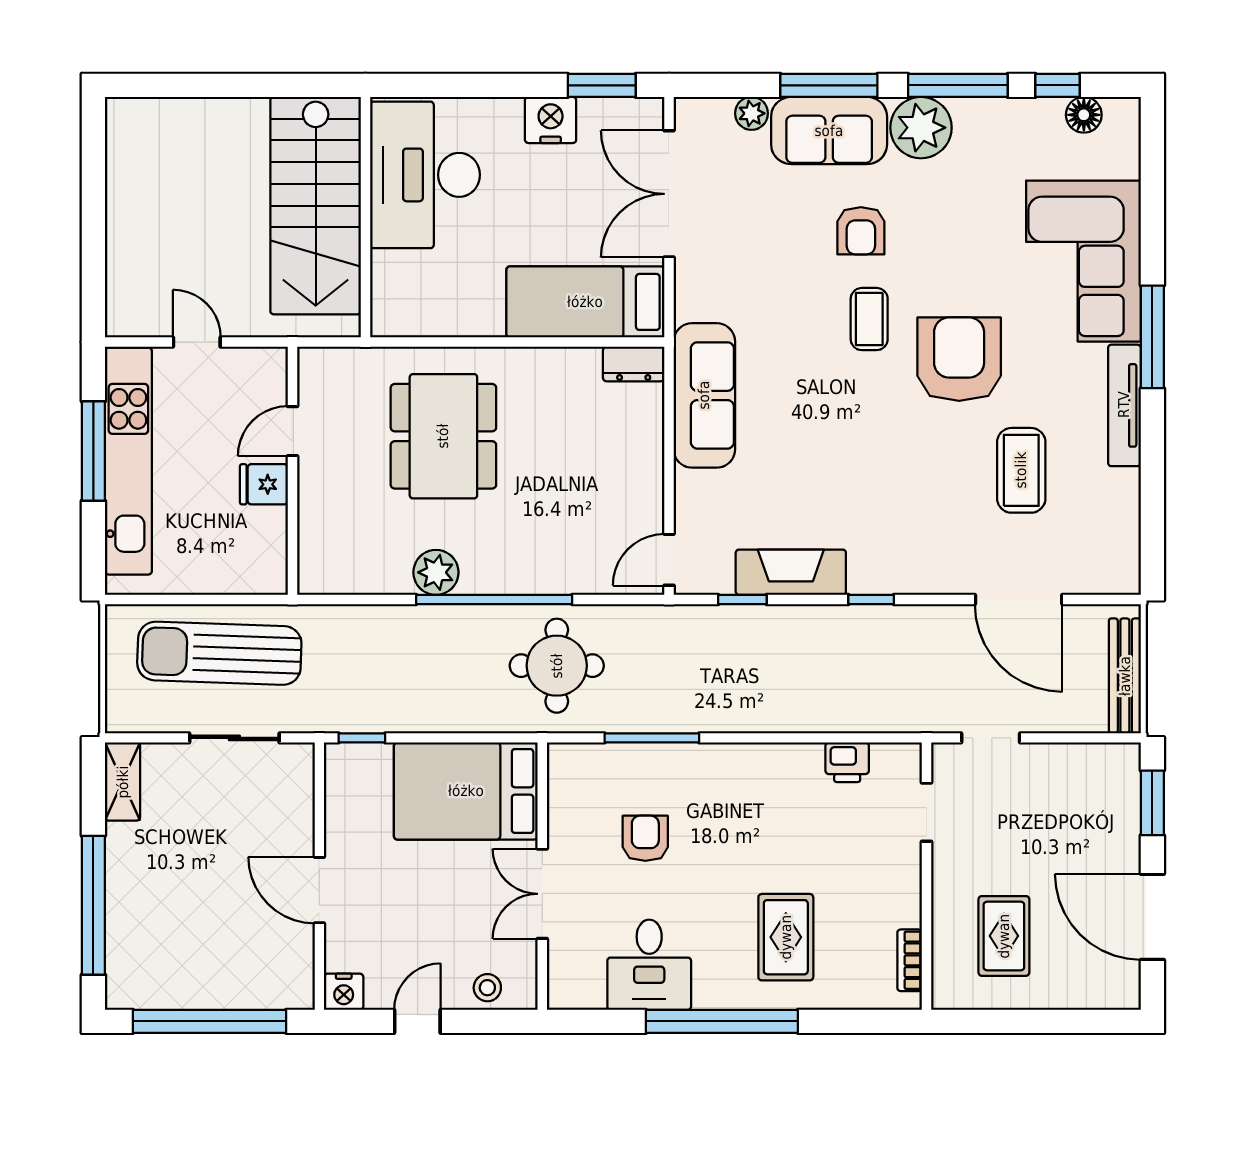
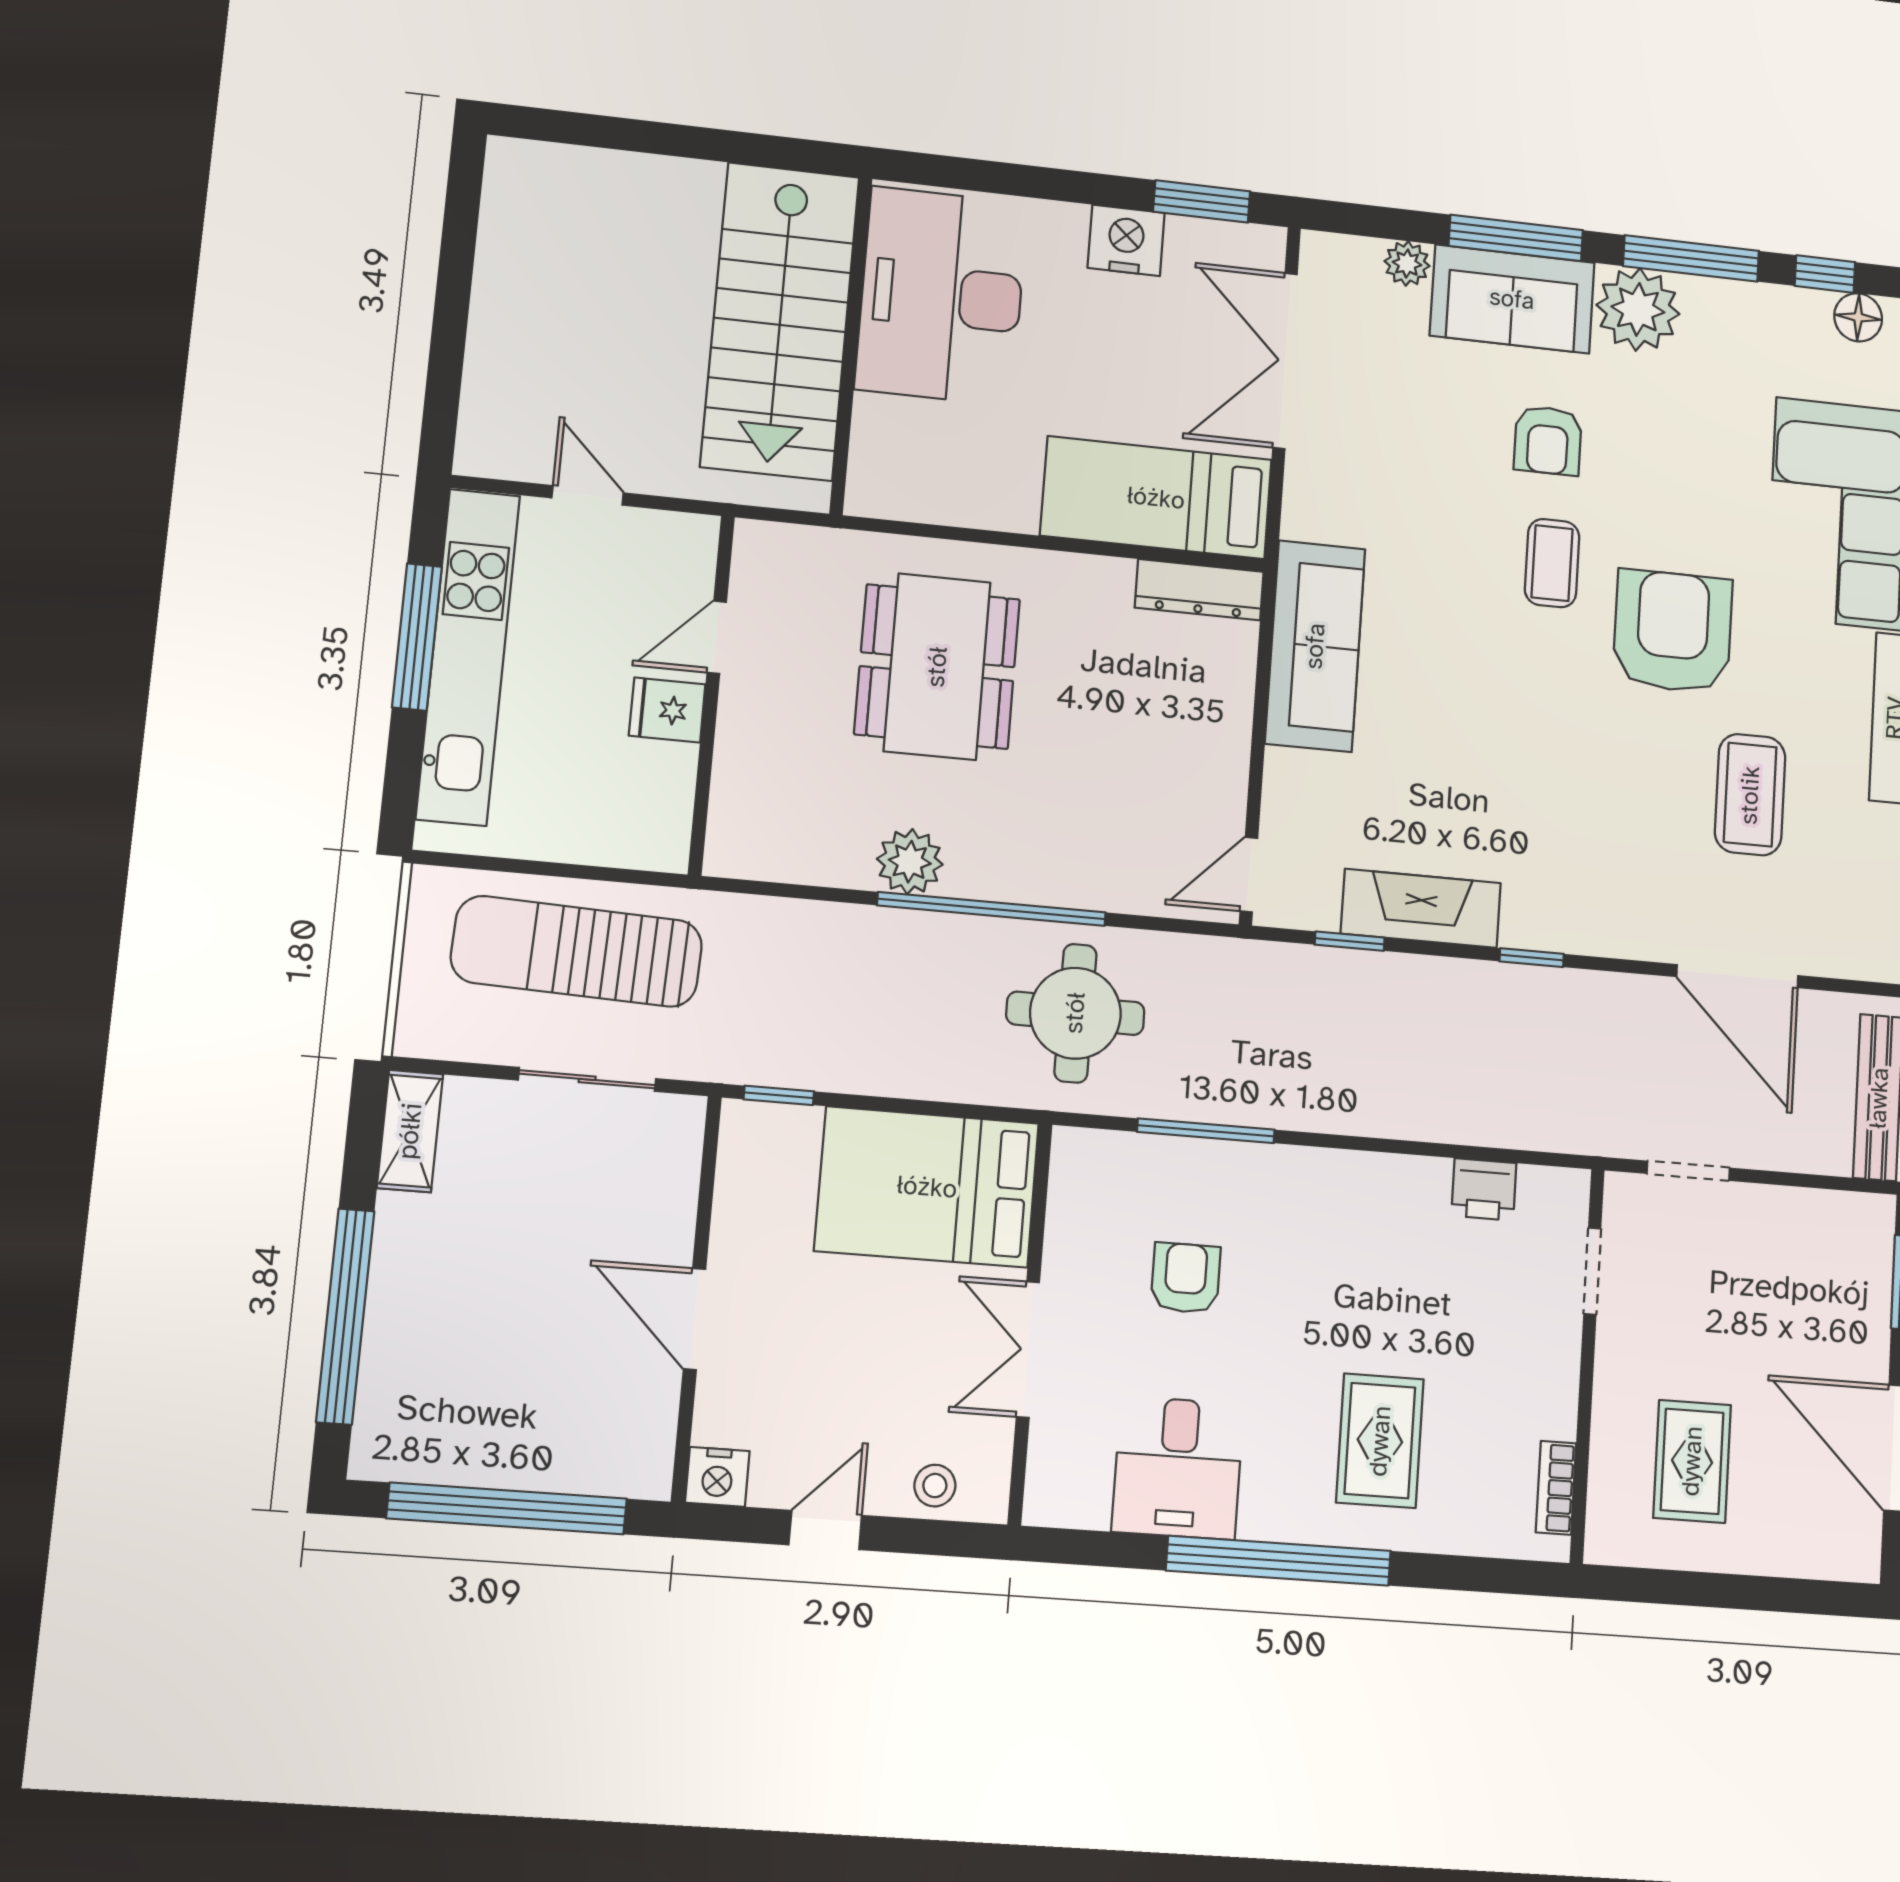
dresser: (634, 364) -> (1199, 590), width x1.44

